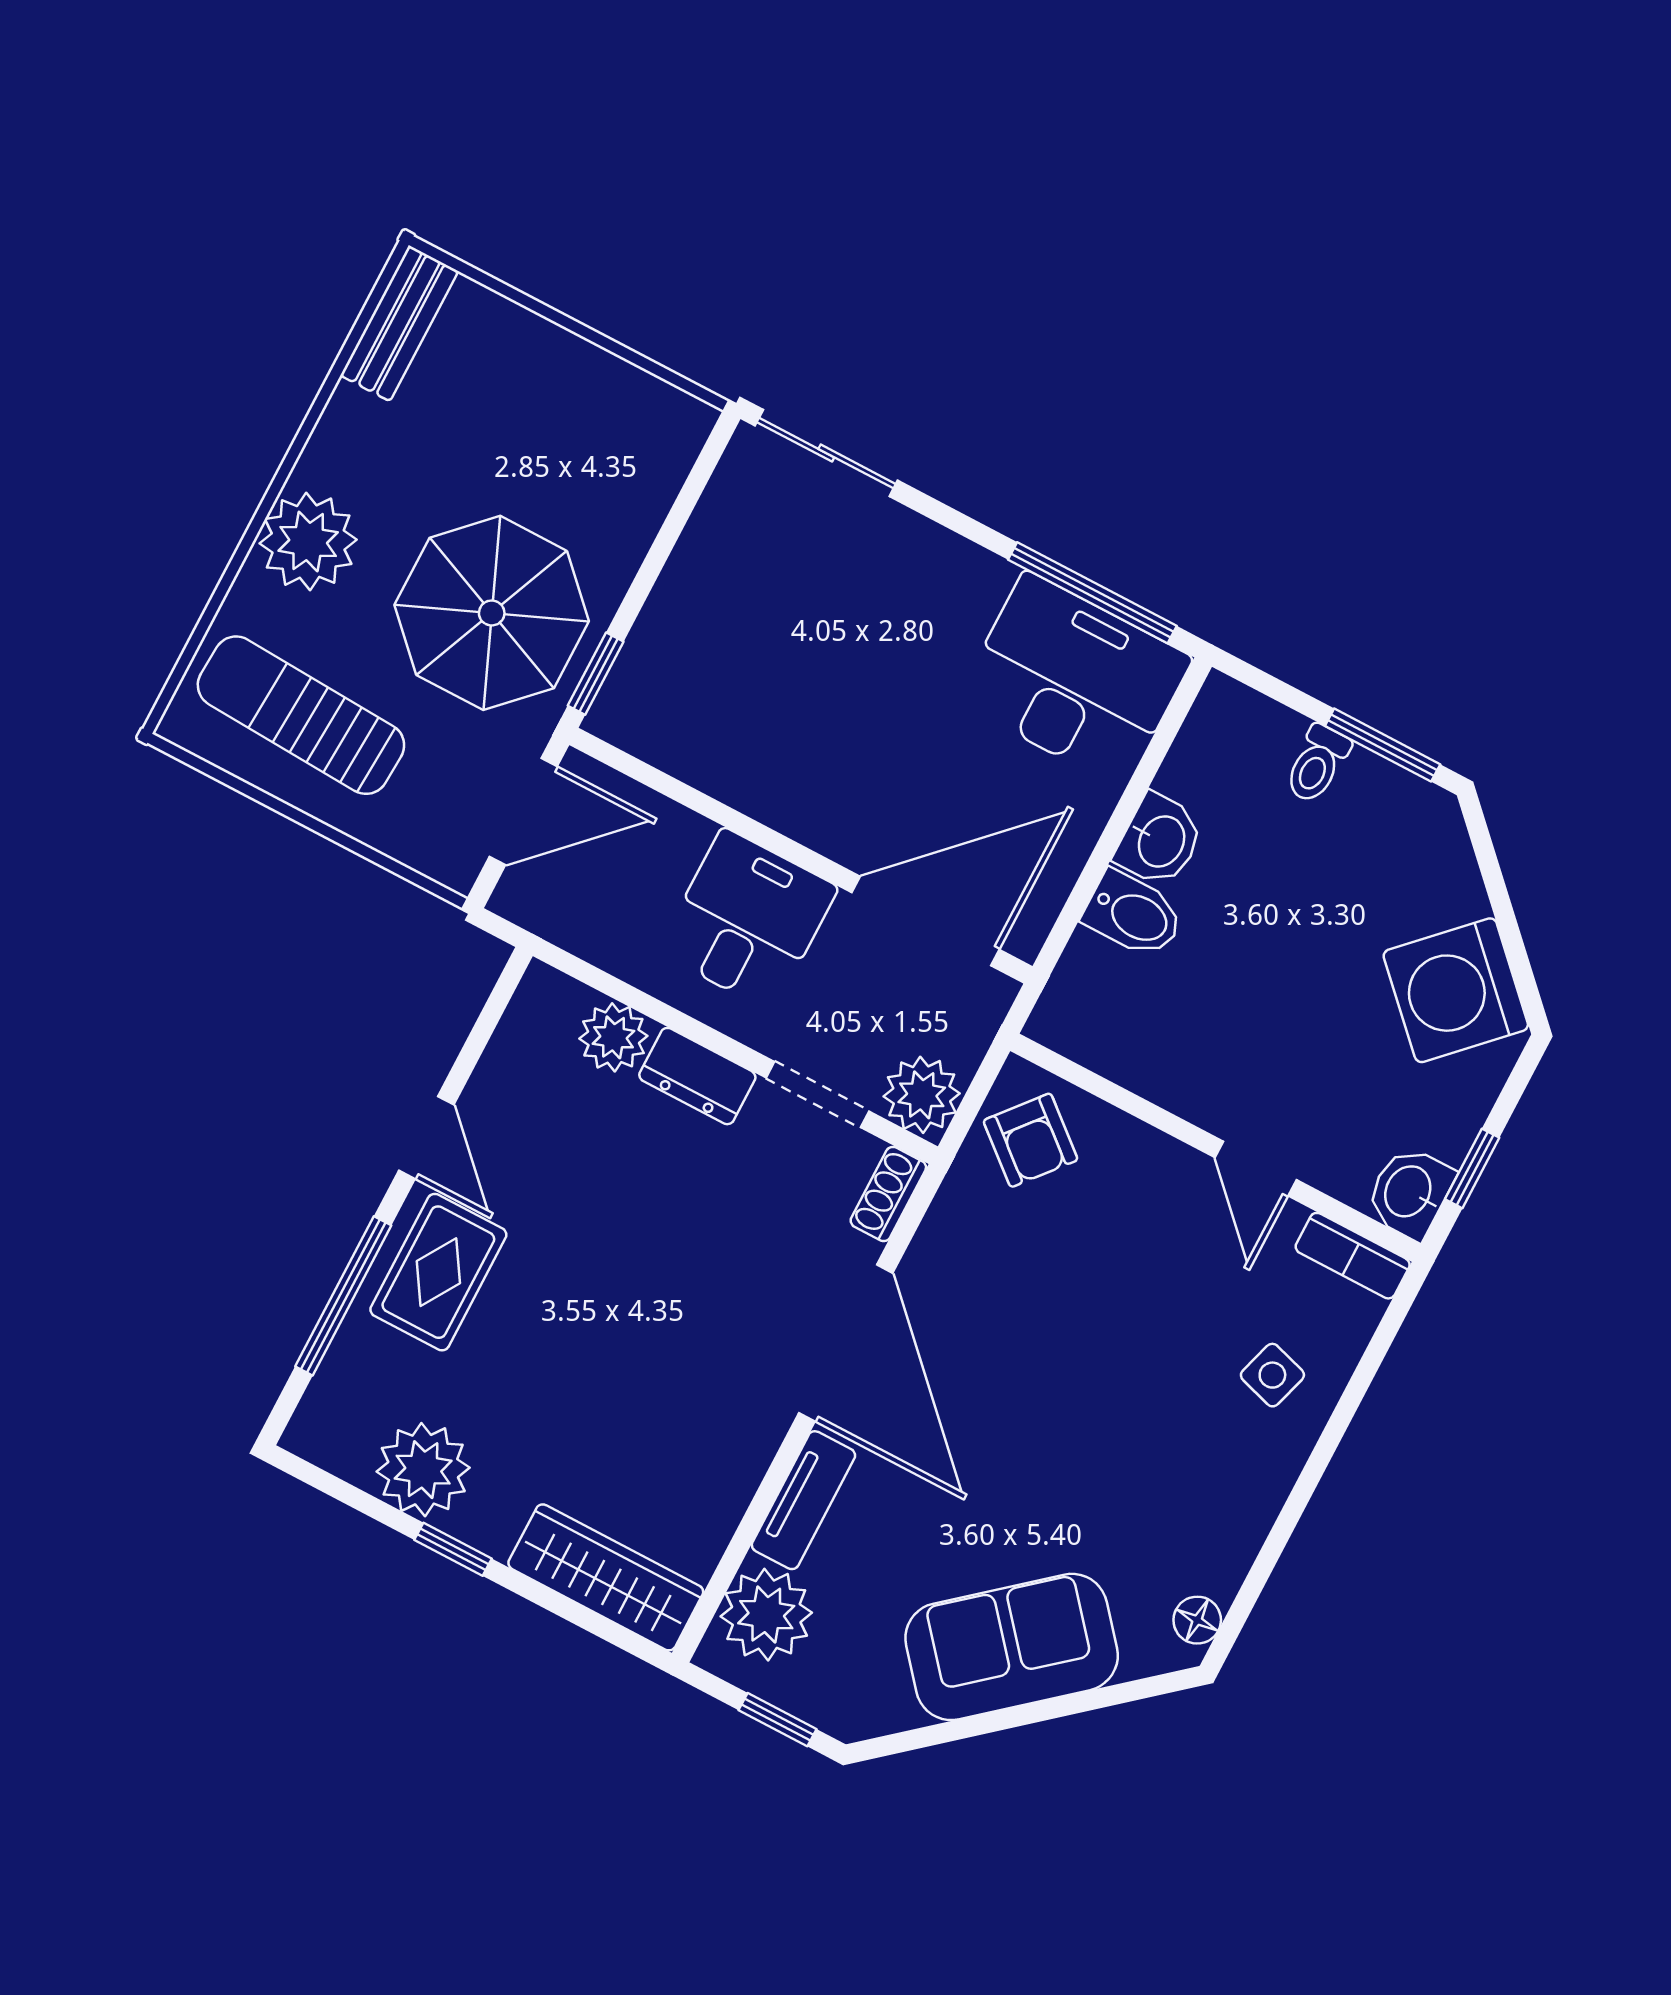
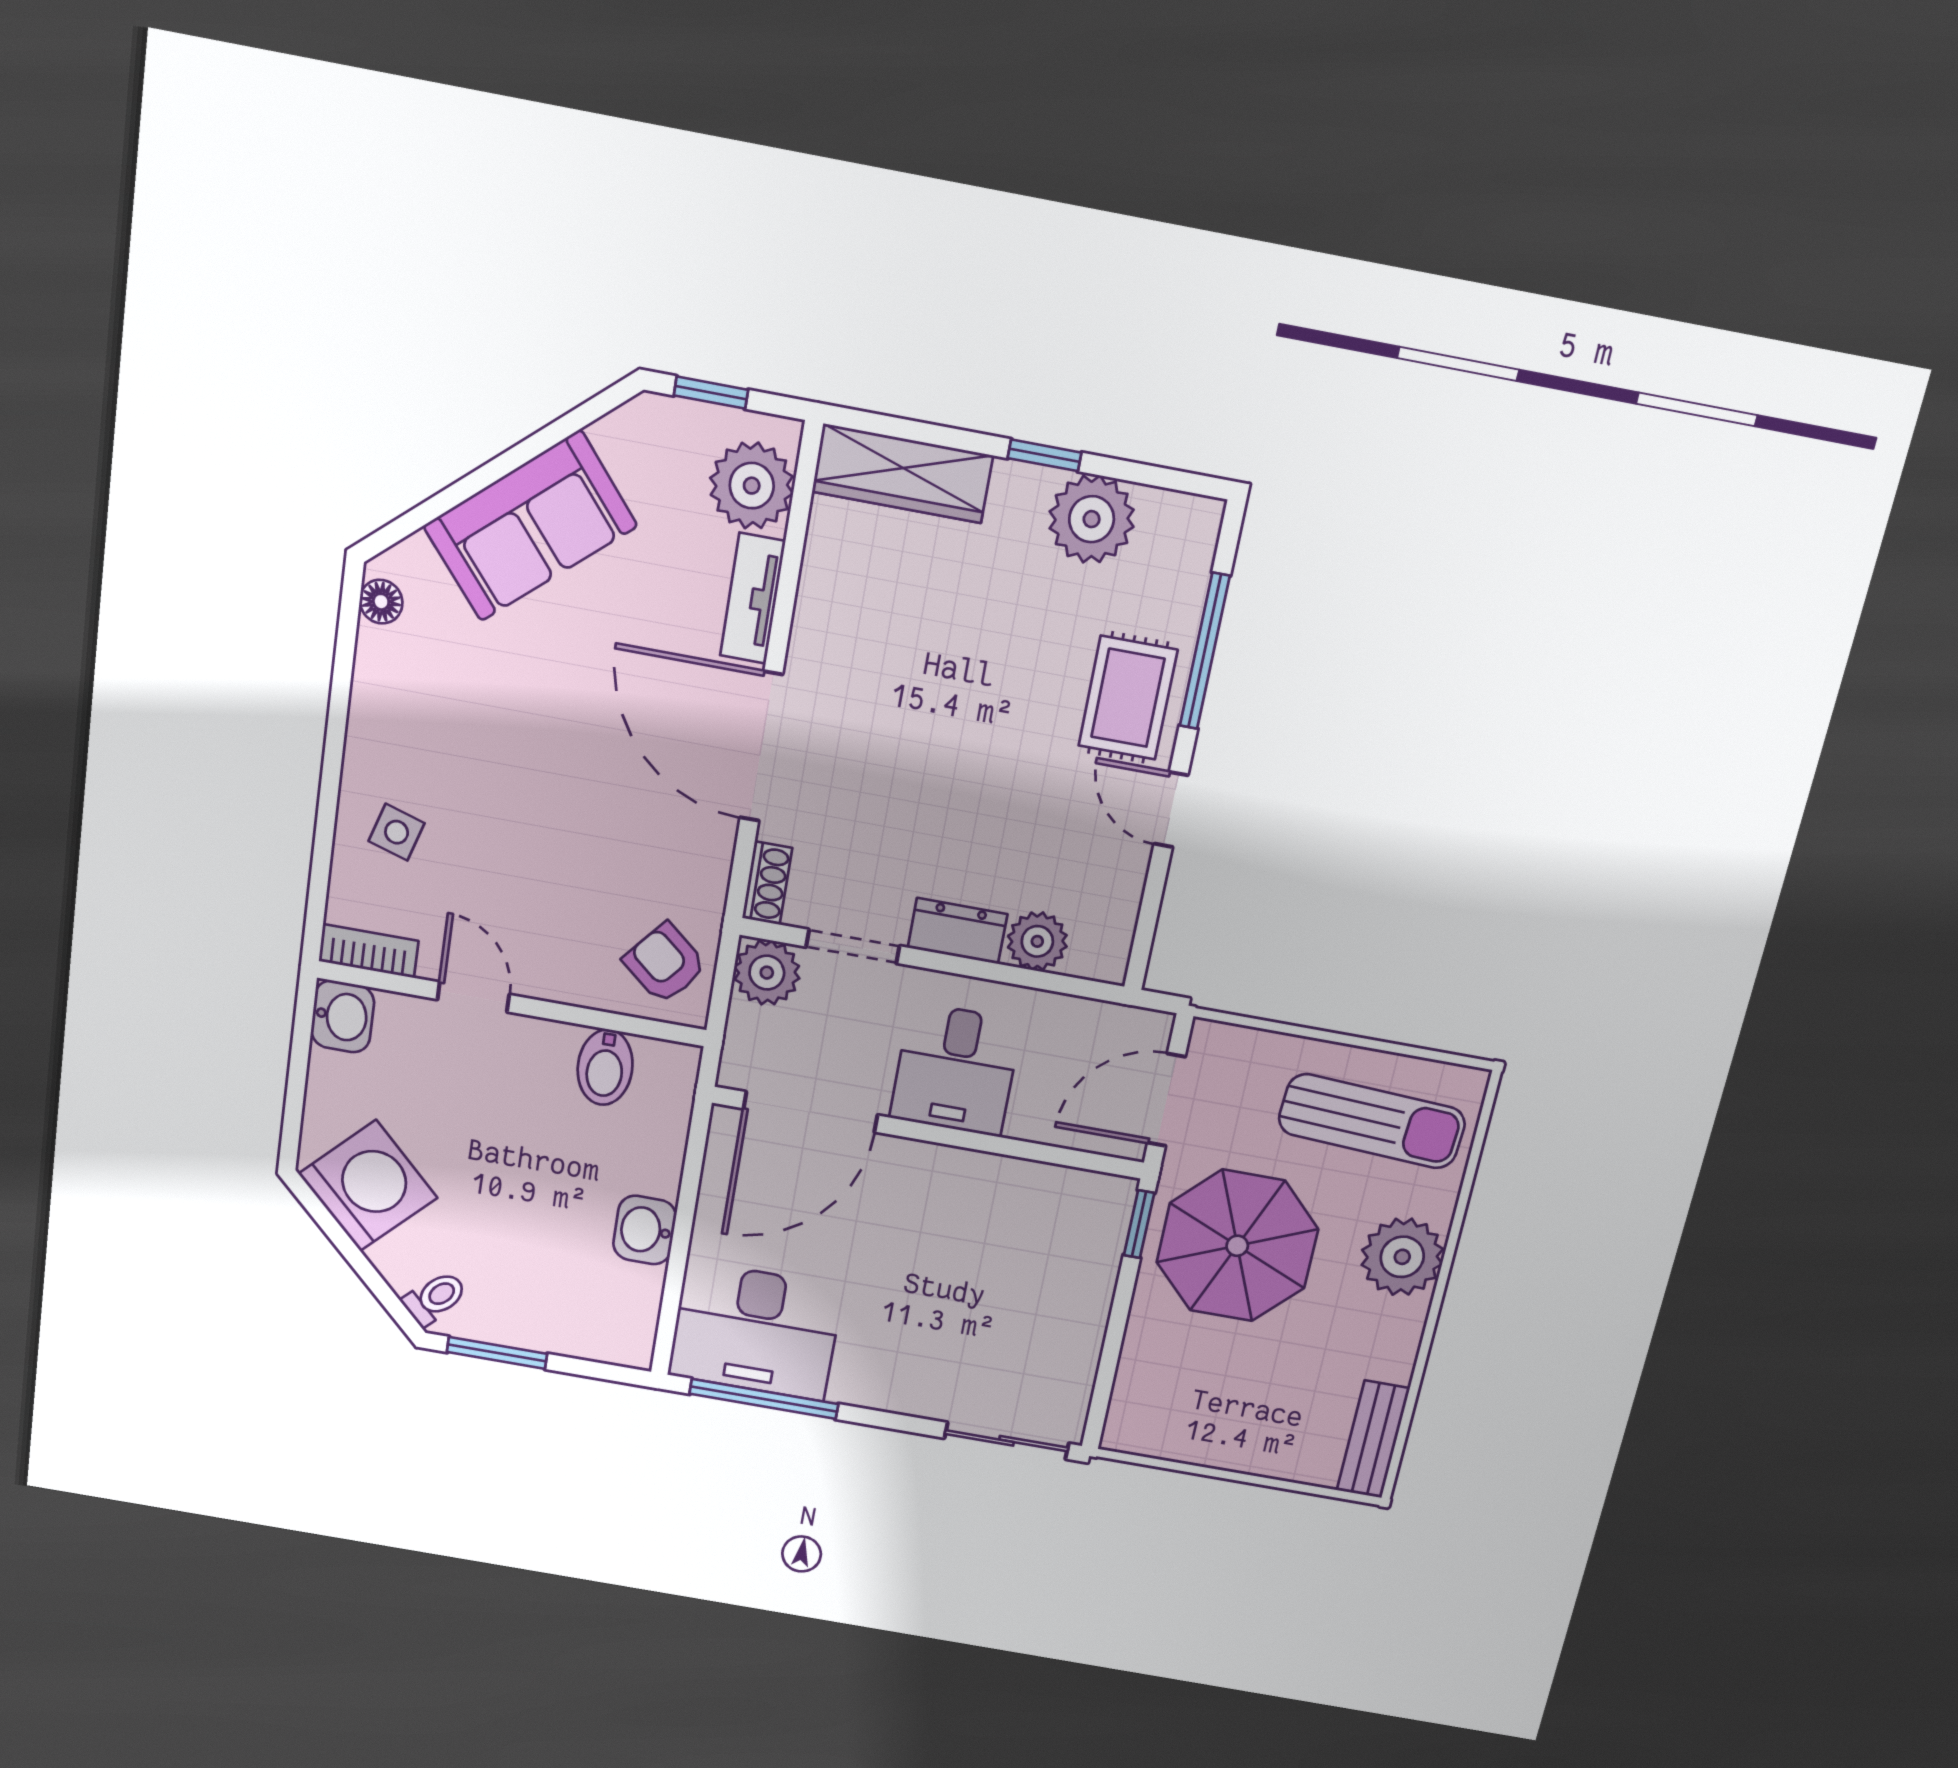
toilet: (1317, 764) -> (435, 1298), moved, turned 45
bidet: (1134, 915) -> (605, 1067), moved, turned -90
window: (1472, 1168) -> (300, 1051), removed

